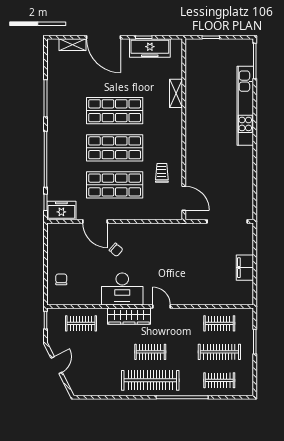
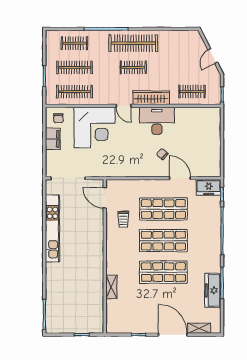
freezer: (150, 48) -> (213, 290), moved, turned -90
kitchen unit: (245, 106) -> (52, 228), moved
chair: (61, 279) -> (58, 118), moved
corner desk: (196, 281) -> (95, 127), added
clothes rail: (219, 323) -> (74, 92), width x1.36

